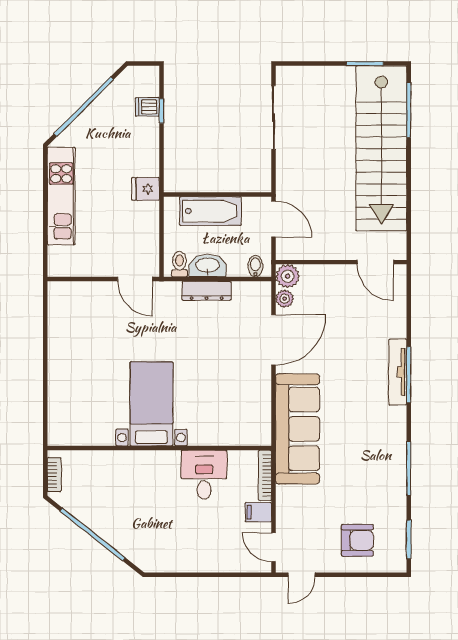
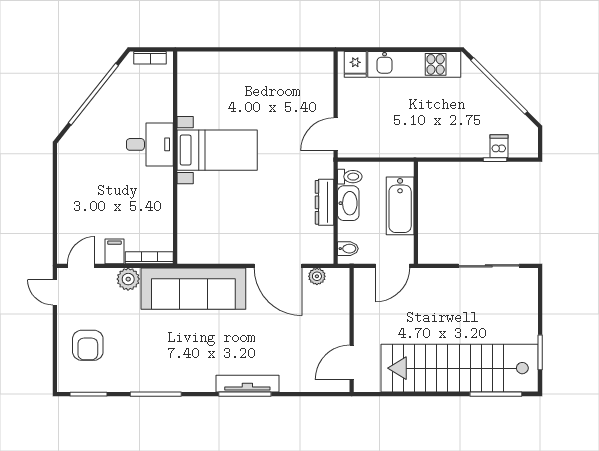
fridge: (146, 189) -> (355, 64), moved, turned 180
plant: (288, 276) -> (128, 279), moved
desk: (204, 475) -> (150, 144), moved

